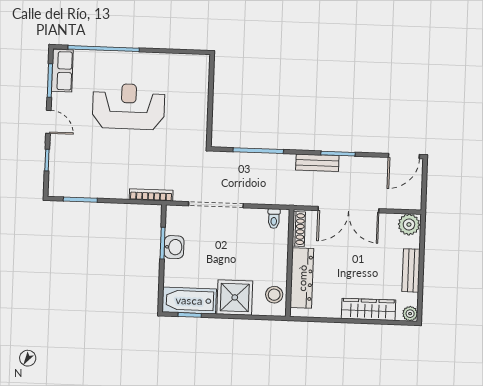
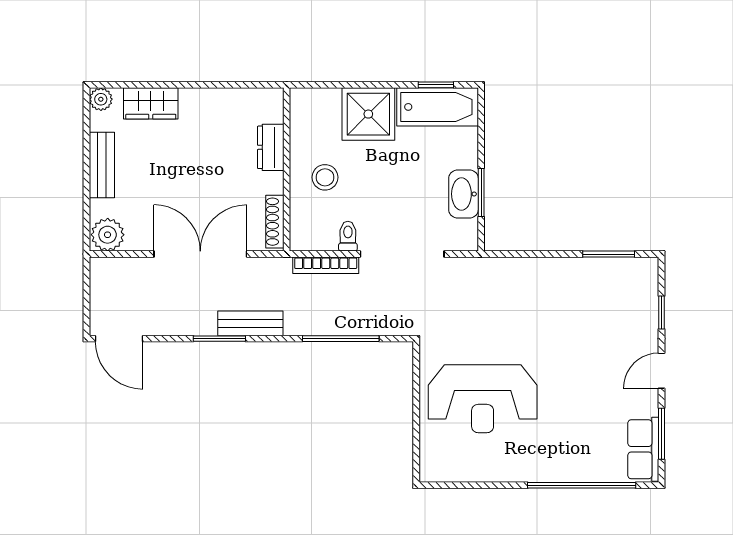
reception desk: (128, 106) -> (483, 399), moved
door: (48, 122) -> (662, 371), hinge flipped
door: (404, 156) -> (119, 339), swing flipped
bookcase: (151, 195) -> (326, 265), moved
toilet: (274, 219) -> (348, 236), moved
washbasin: (174, 247) -> (464, 194), width x1.38
dresser: (302, 278) -> (271, 147), width x0.51, depth x0.80
stool: (274, 295) -> (325, 177), moved
wardrobe: (368, 309) -> (151, 103), width x0.67

